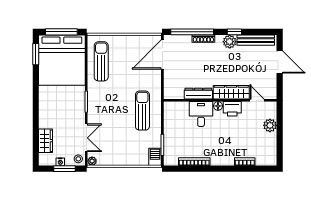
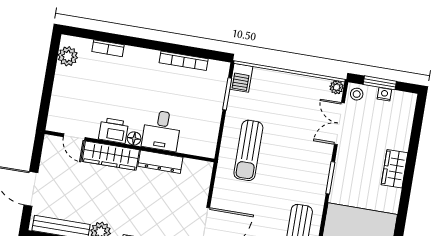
plant: (270, 125) -> (68, 56), moved
wardrobe: (46, 141) -> (394, 169), moved

